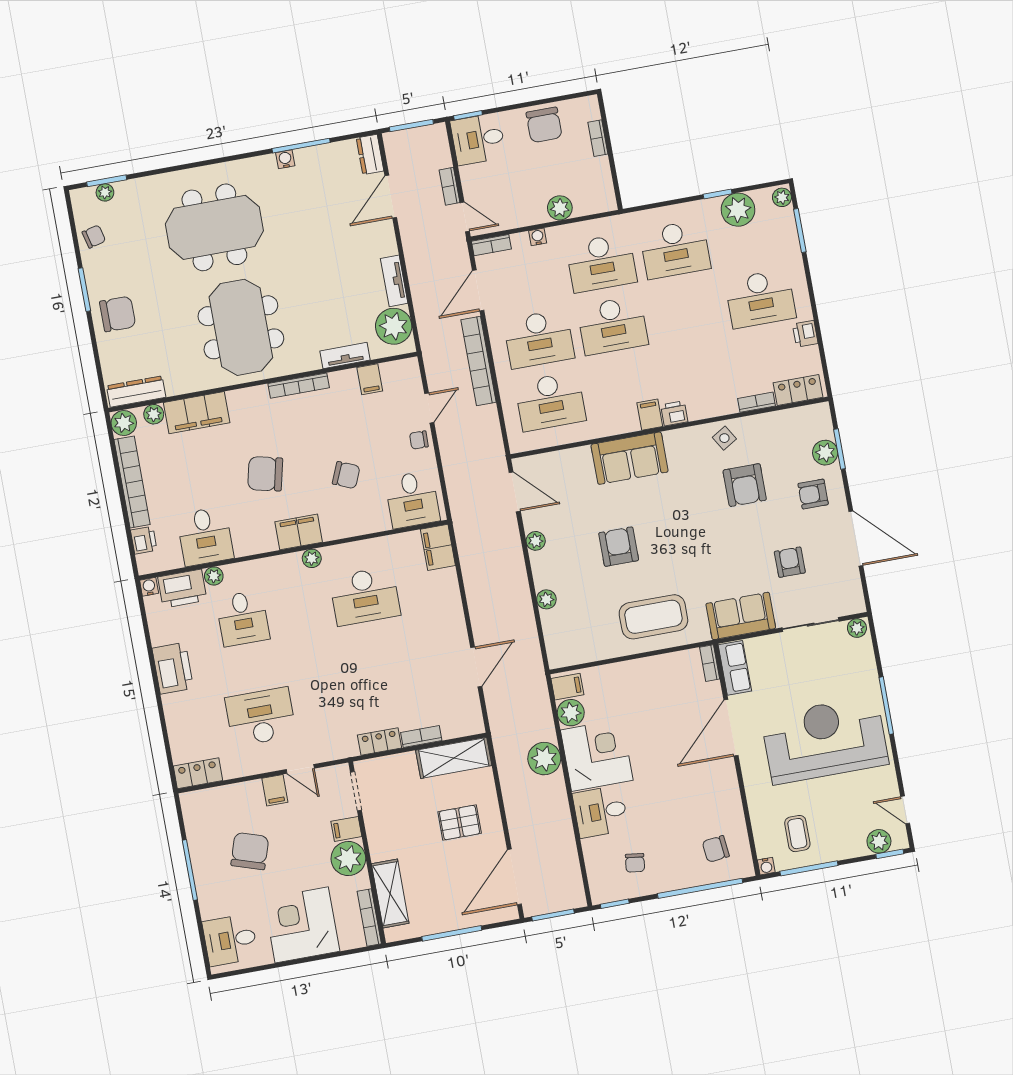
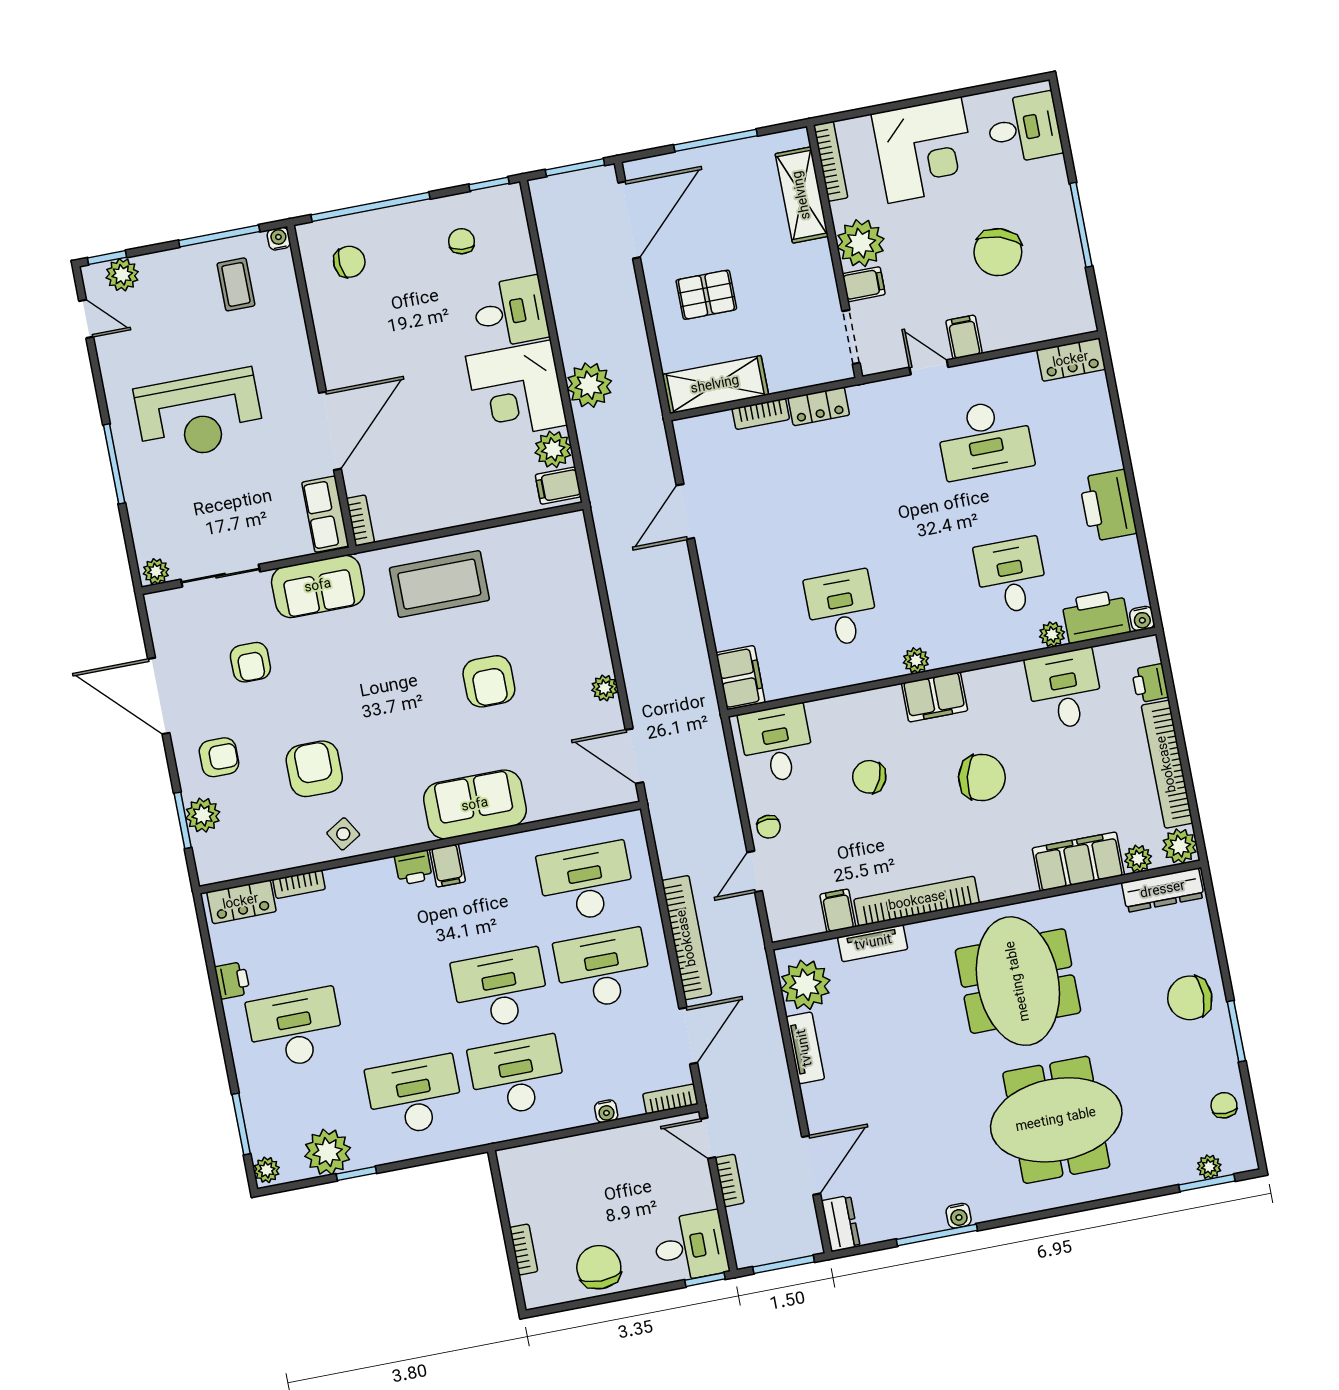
plant: (560, 208) -> (576, 1152), removed
chair: (94, 237) -> (1224, 1105), turned 104
bookcase: (299, 386) -> (917, 901), width x1.48, depth x1.31
chair: (419, 440) -> (769, 827), turned 89
desk: (365, 596) -> (842, 609), width x0.73
plant: (546, 599) -> (589, 607), removed
reception desk: (825, 740) -> (199, 415), width x0.74, depth x0.77

